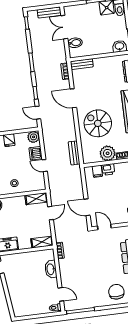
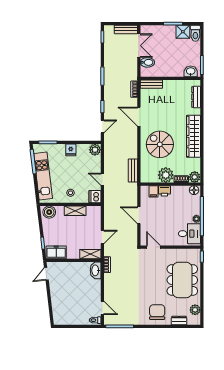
double door: (64, 27) -> (139, 46), swing flipped
door: (38, 113) -> (102, 127), swing flipped
dishwasher: (36, 153) -> (95, 197), moved
shelving: (36, 199) -> (75, 211), moved
door: (87, 207) -> (139, 215), moved
door: (51, 213) -> (102, 237), moved
washbasin: (51, 269) -> (96, 270), moved

